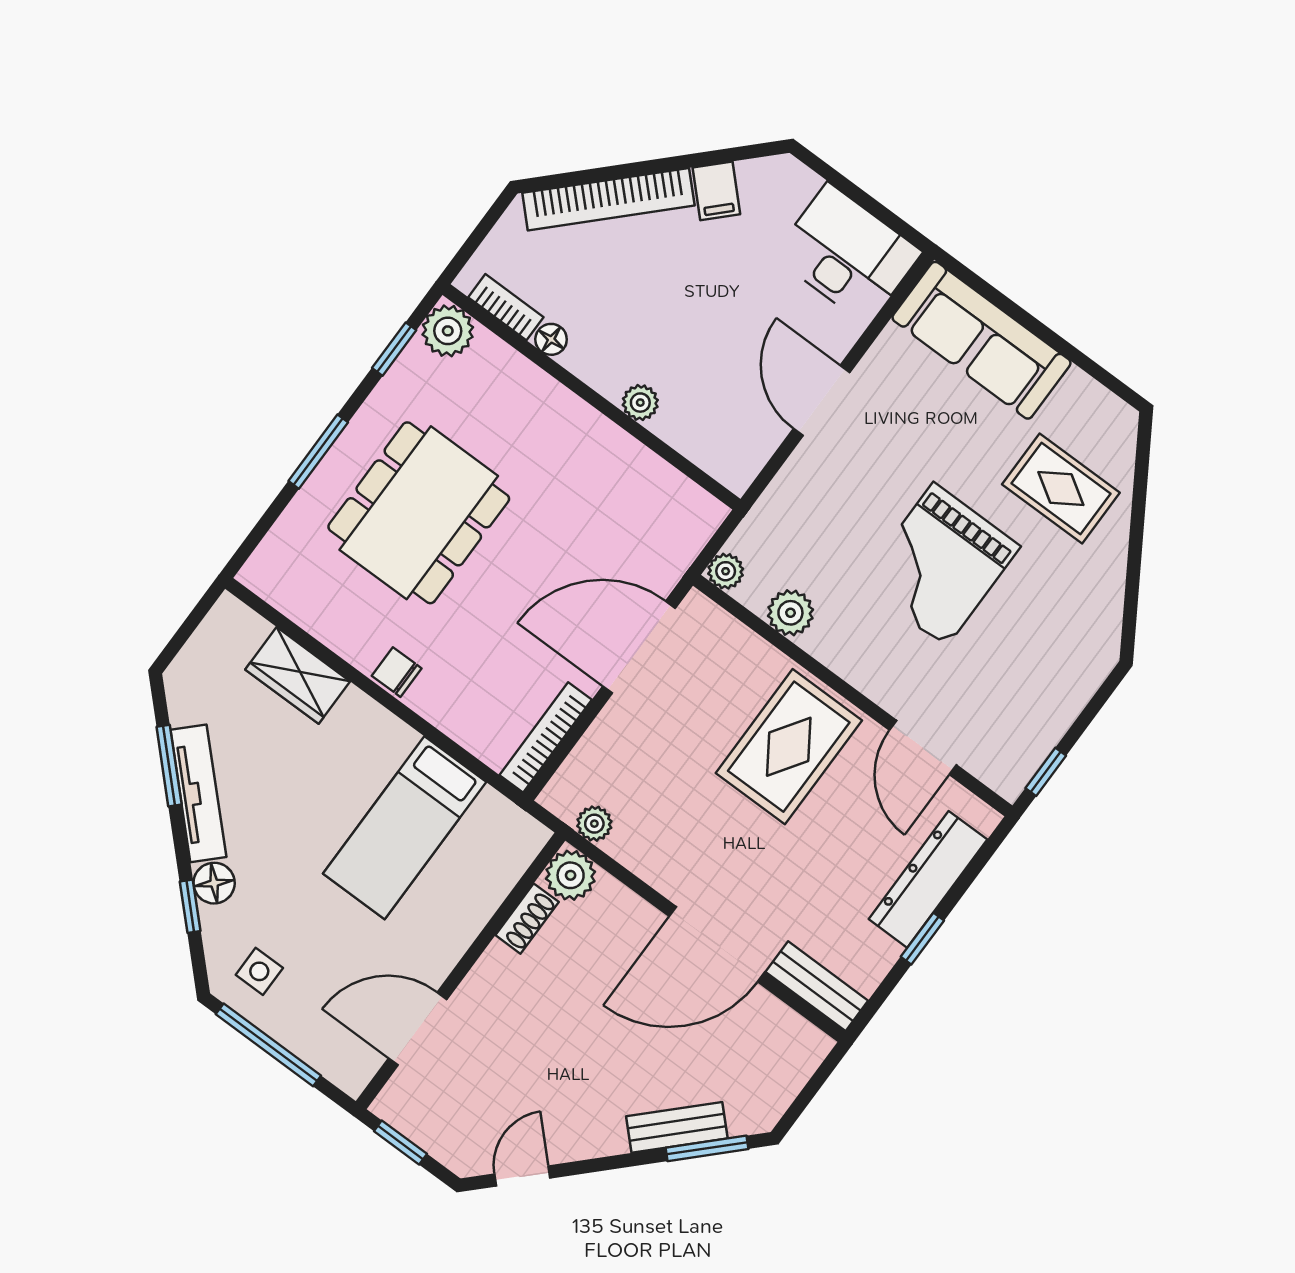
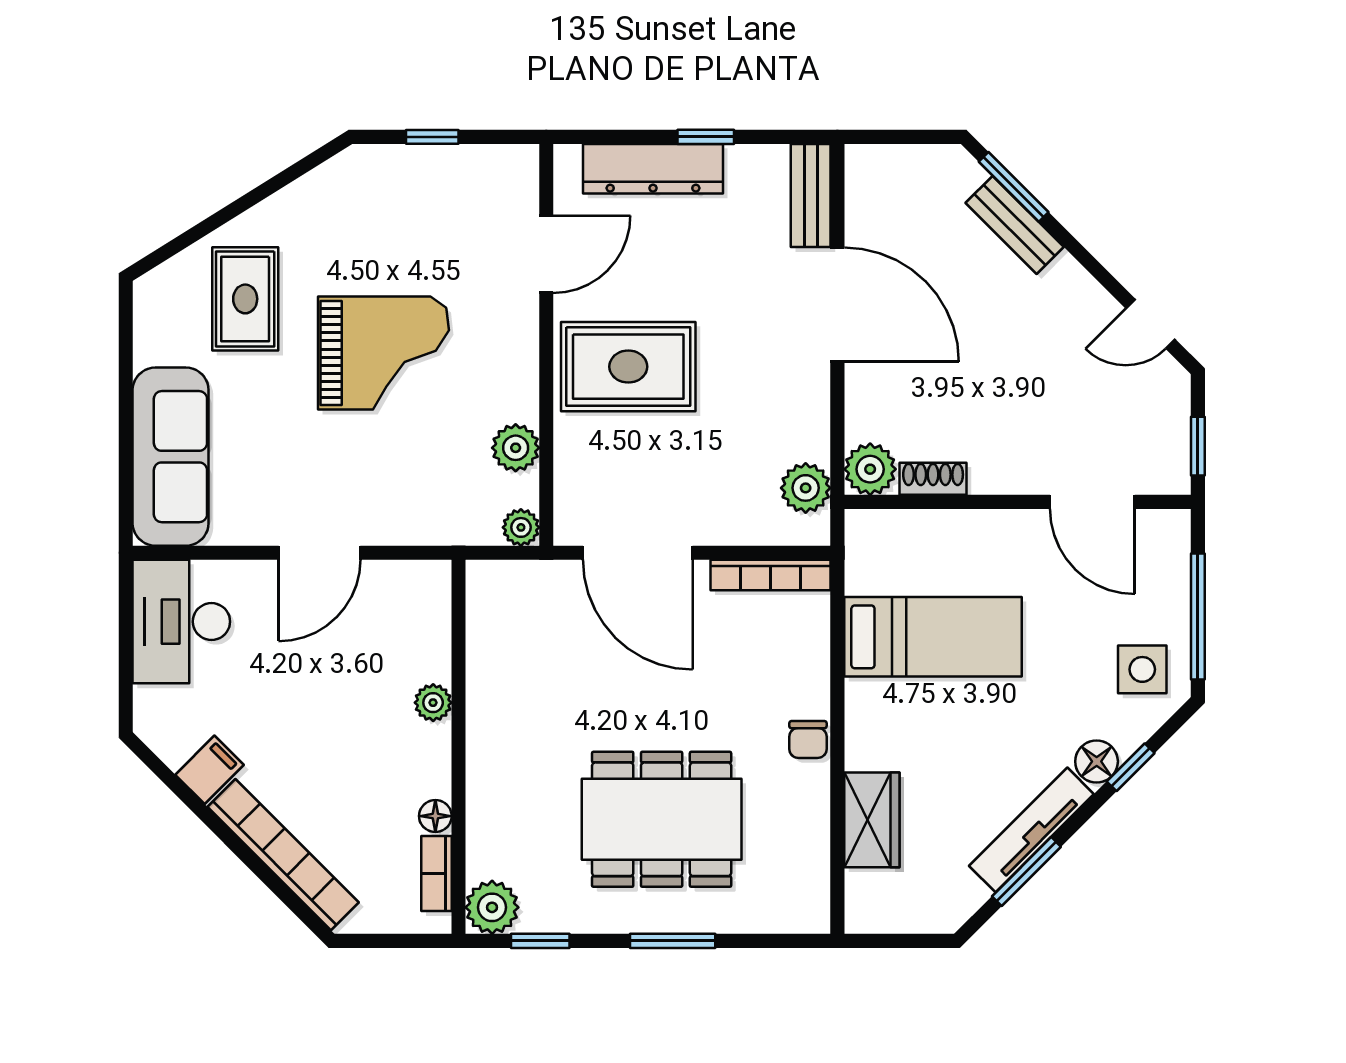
window: (1046, 772) -> (432, 137), moved
plant: (594, 824) -> (806, 488), width x1.38, depth x1.38
side table: (259, 971) -> (1142, 669), width x1.37, depth x1.37

